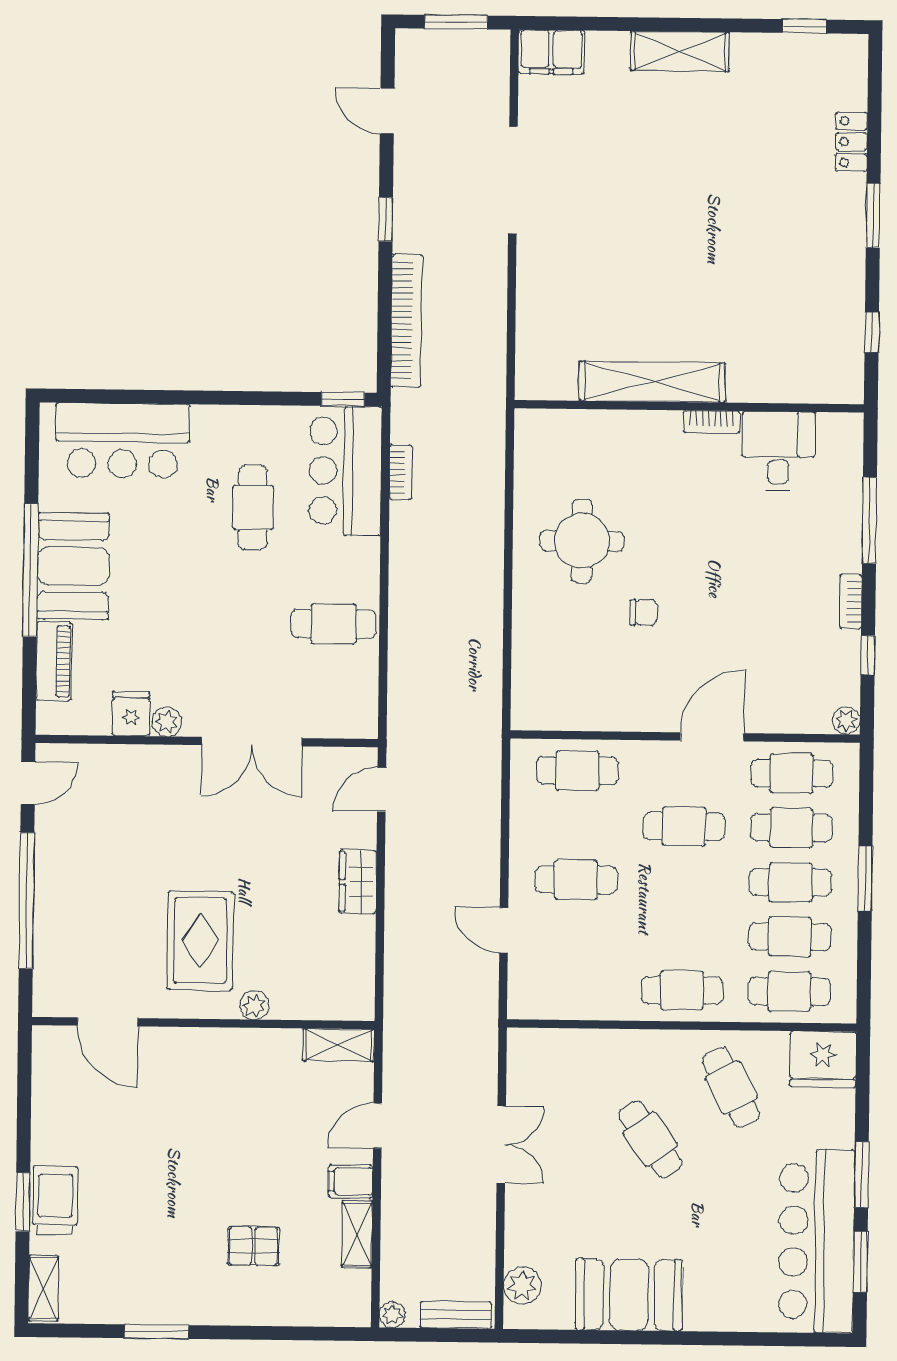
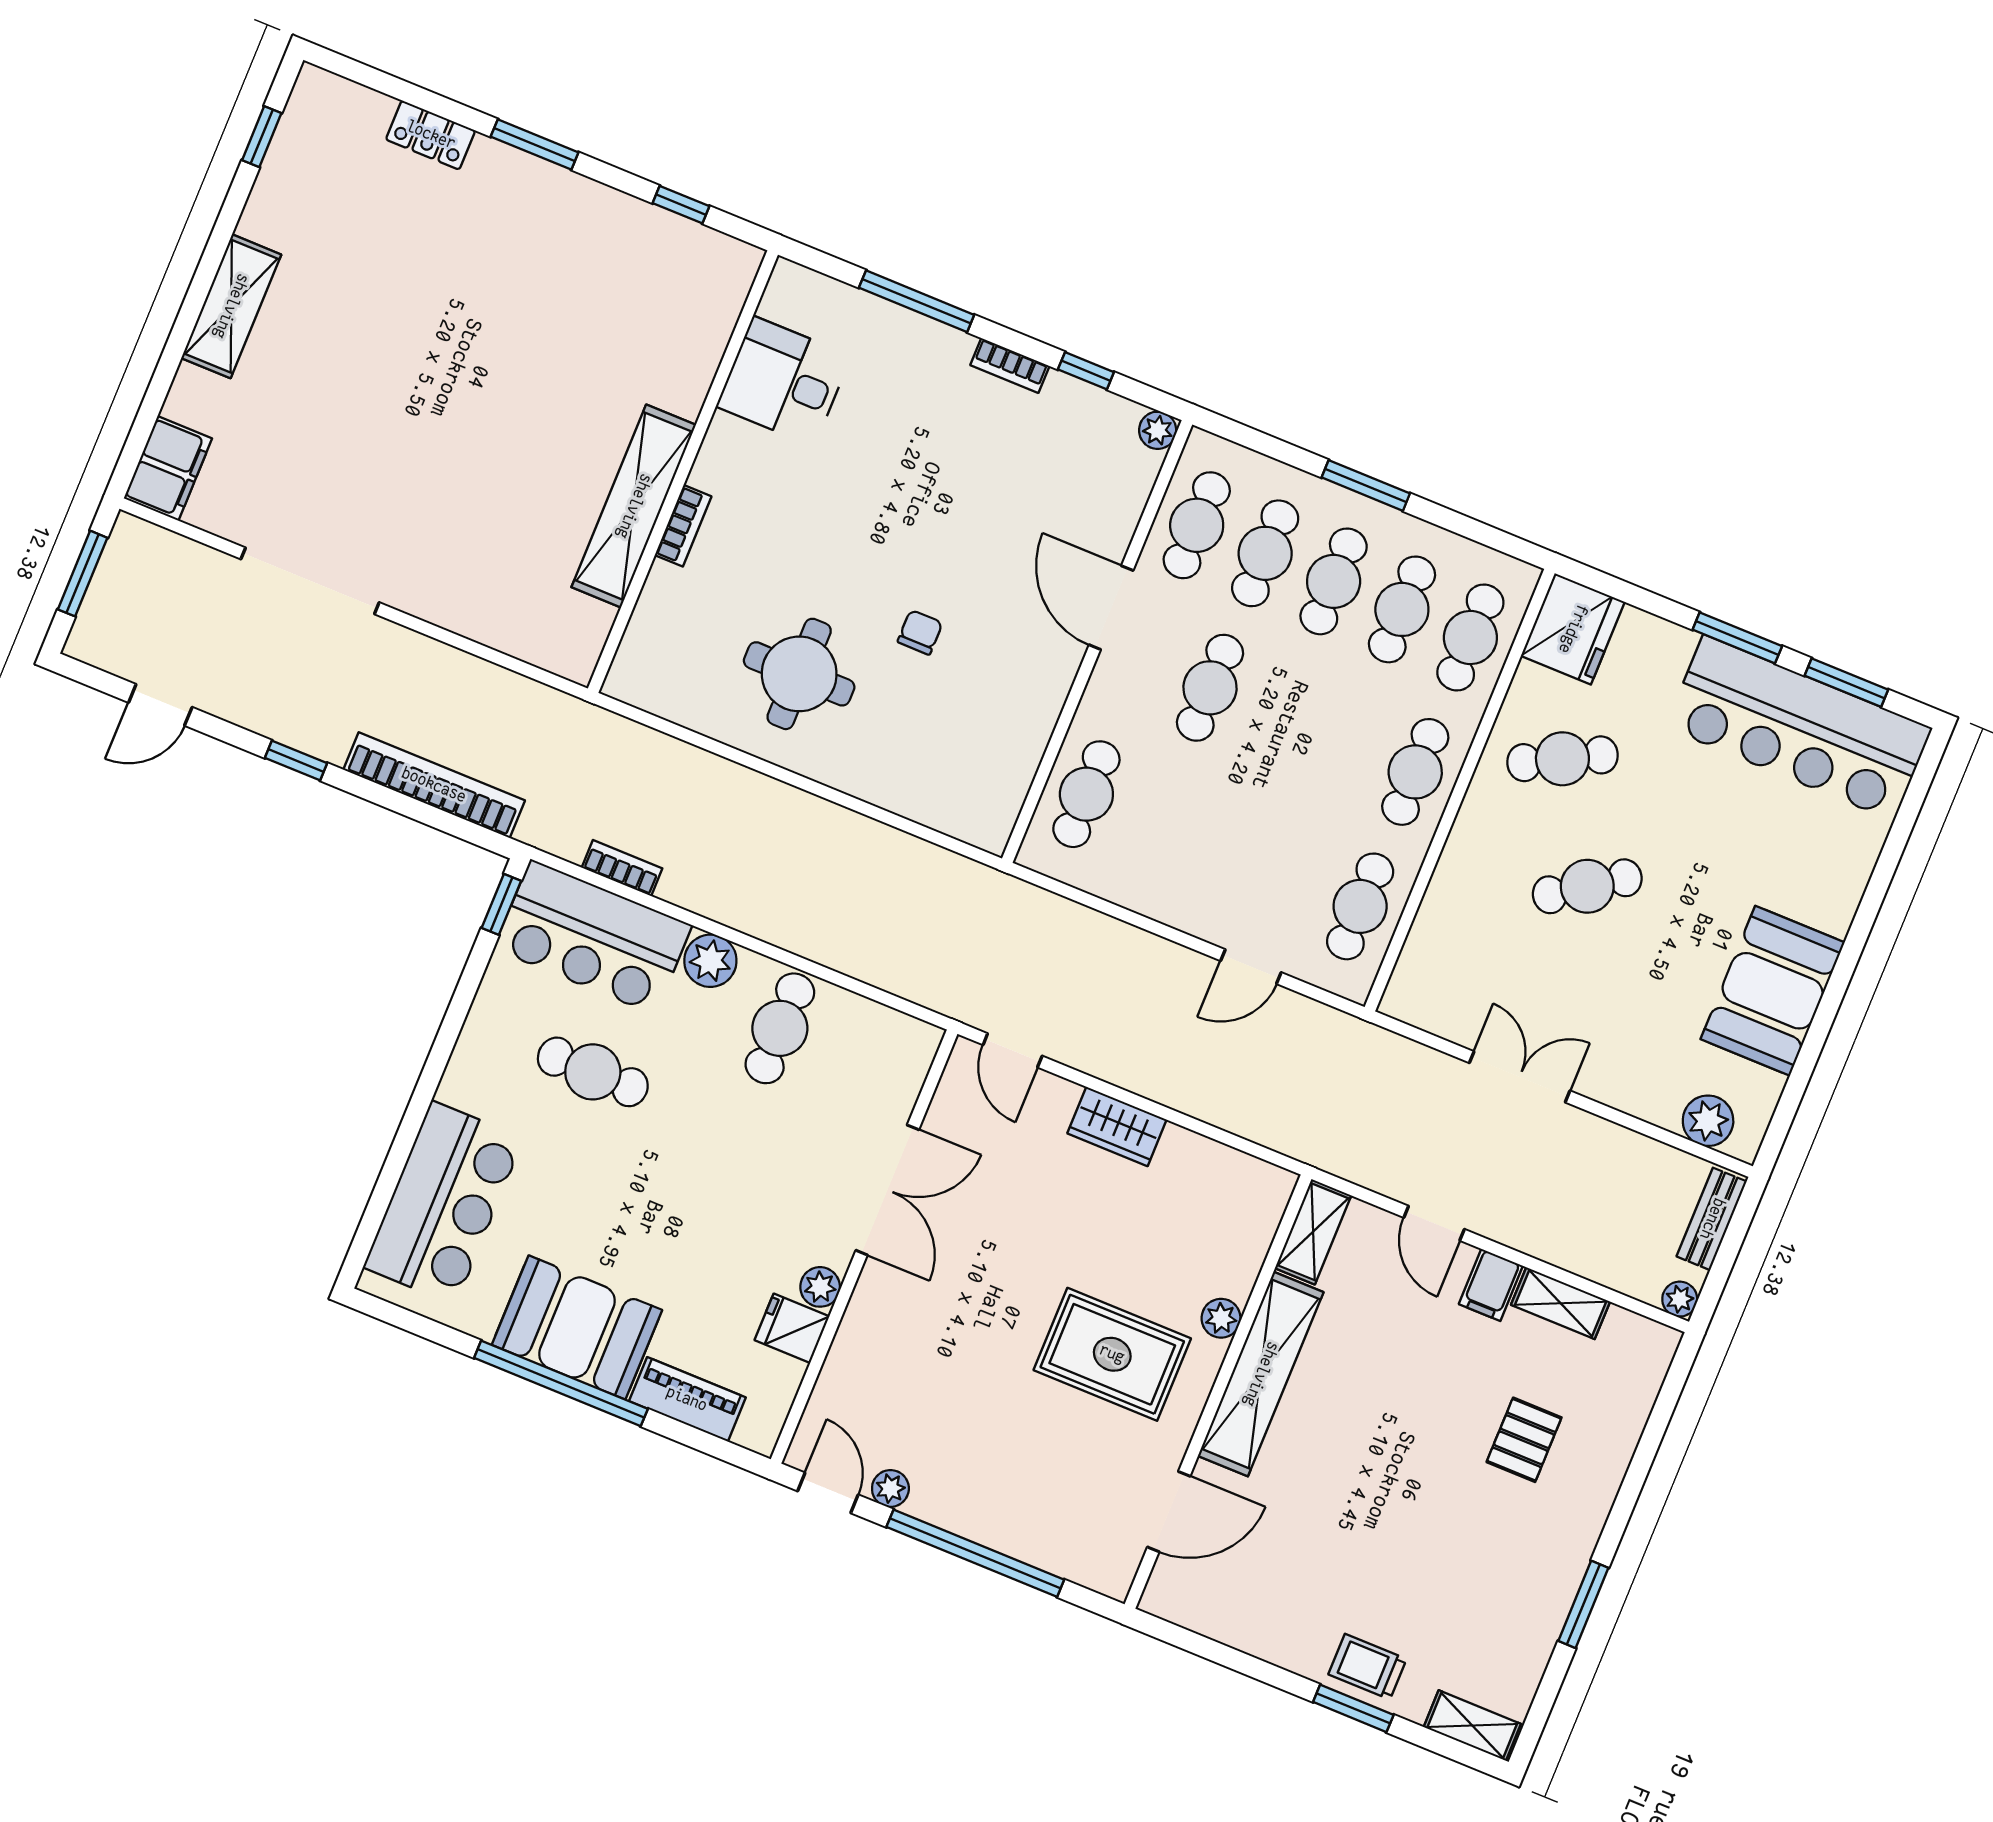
bookcase: (712, 422) -> (683, 526), moved
plant: (361, 558) -> (710, 961), added
plant: (48, 825) -> (890, 1488), added
cafe table: (576, 880) -> (1360, 906), moved
shelving: (227, 1048) -> (1261, 1374), added
trolley: (55, 1200) -> (1367, 1667), width x0.73, depth x0.72

